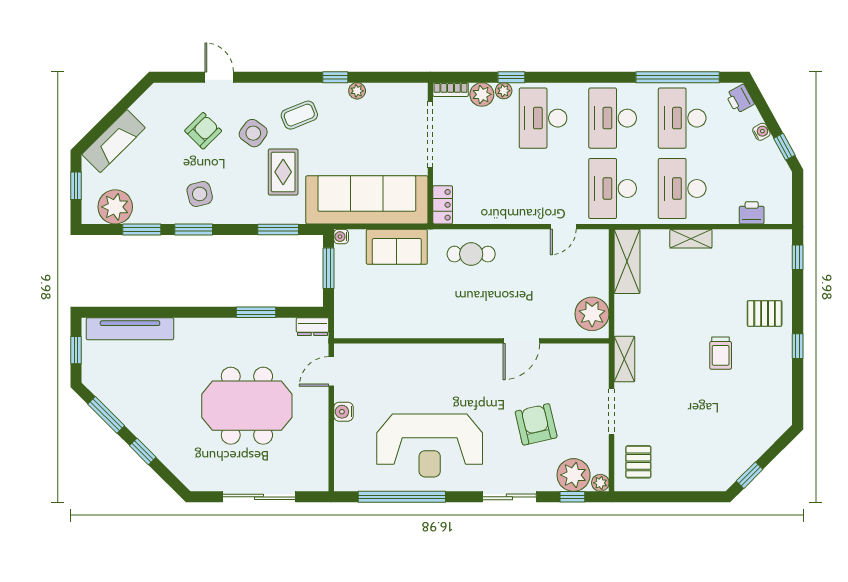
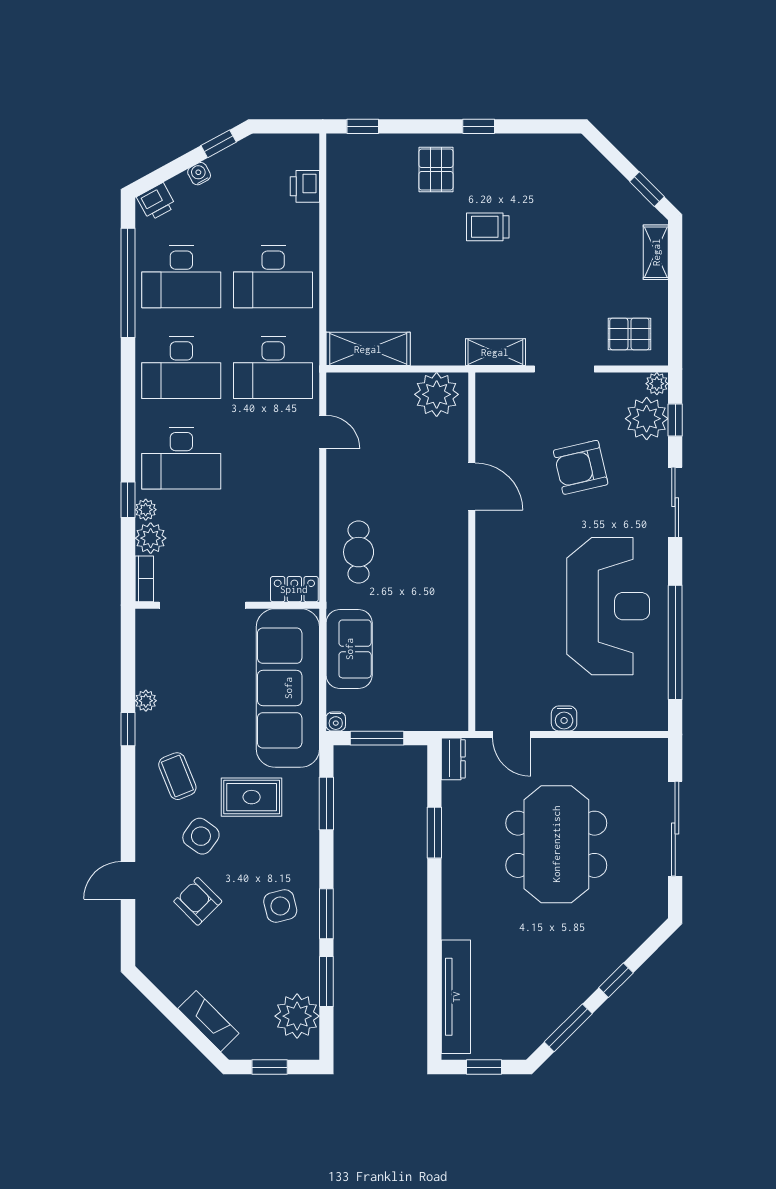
fireplace: (114, 141) -> (208, 1021), width x0.73, depth x0.76
shelving: (691, 239) -> (656, 252), moved
trolley: (721, 353) -> (488, 227), turned 180

